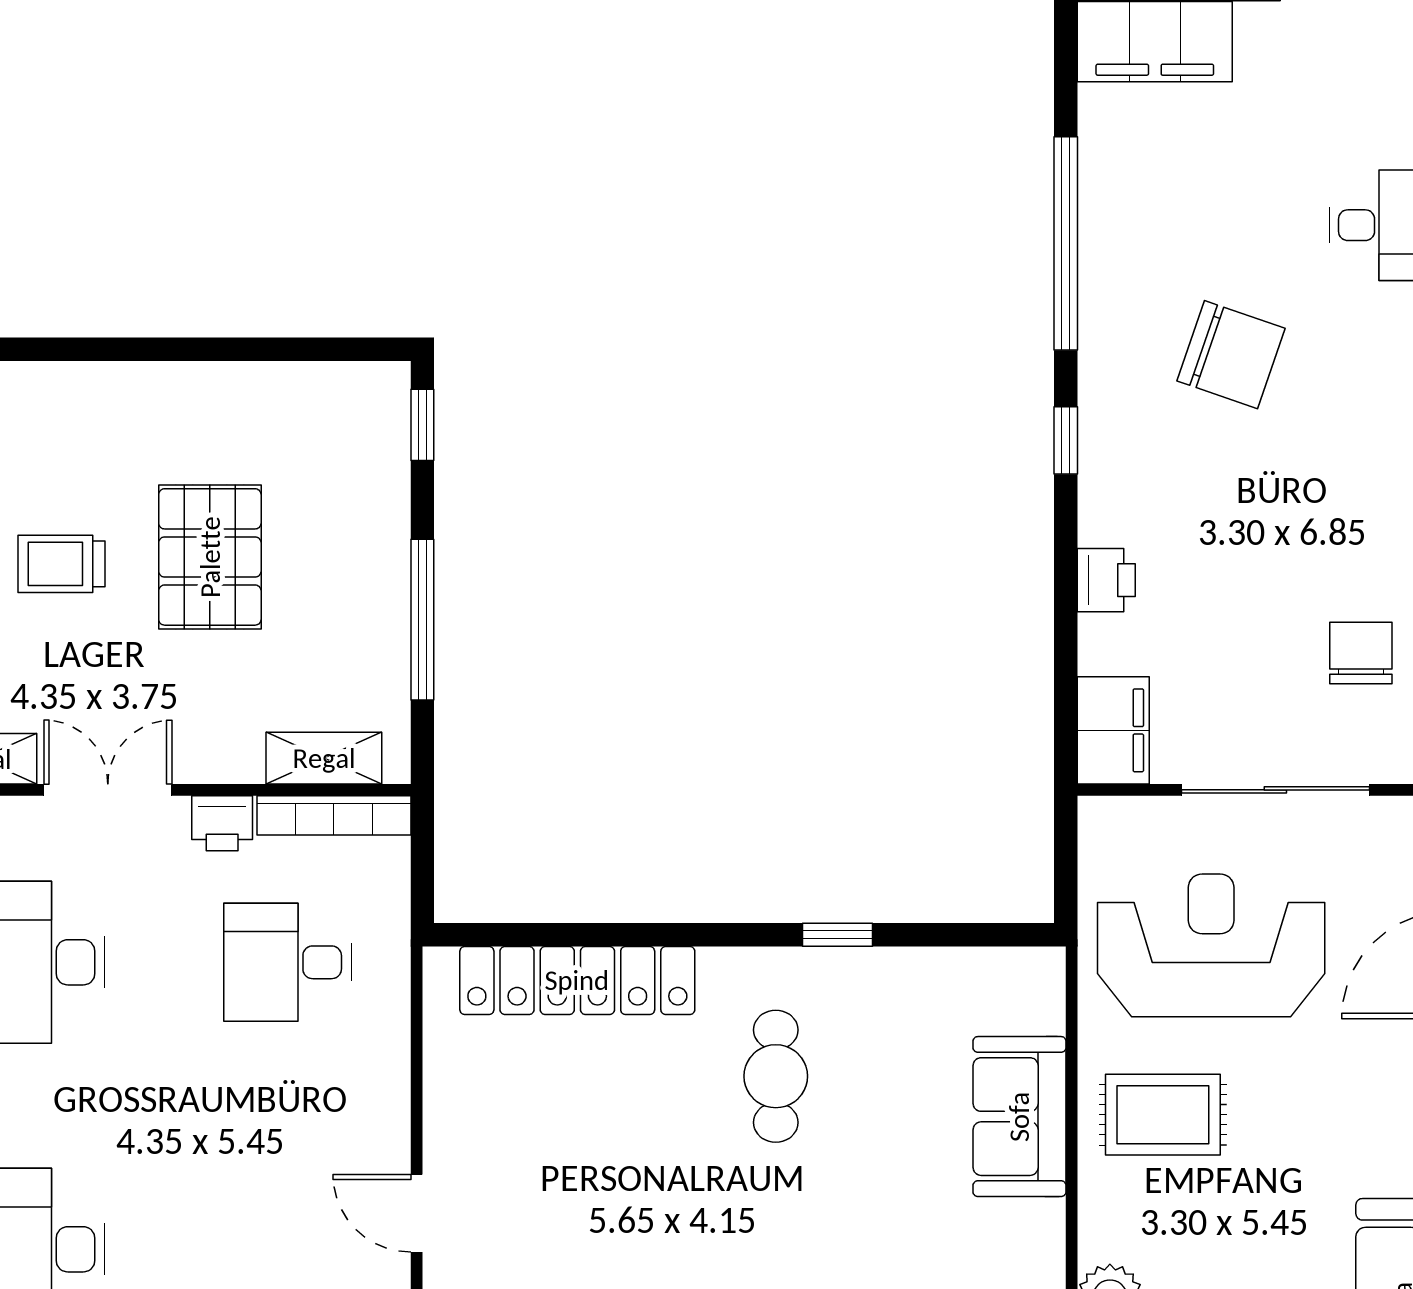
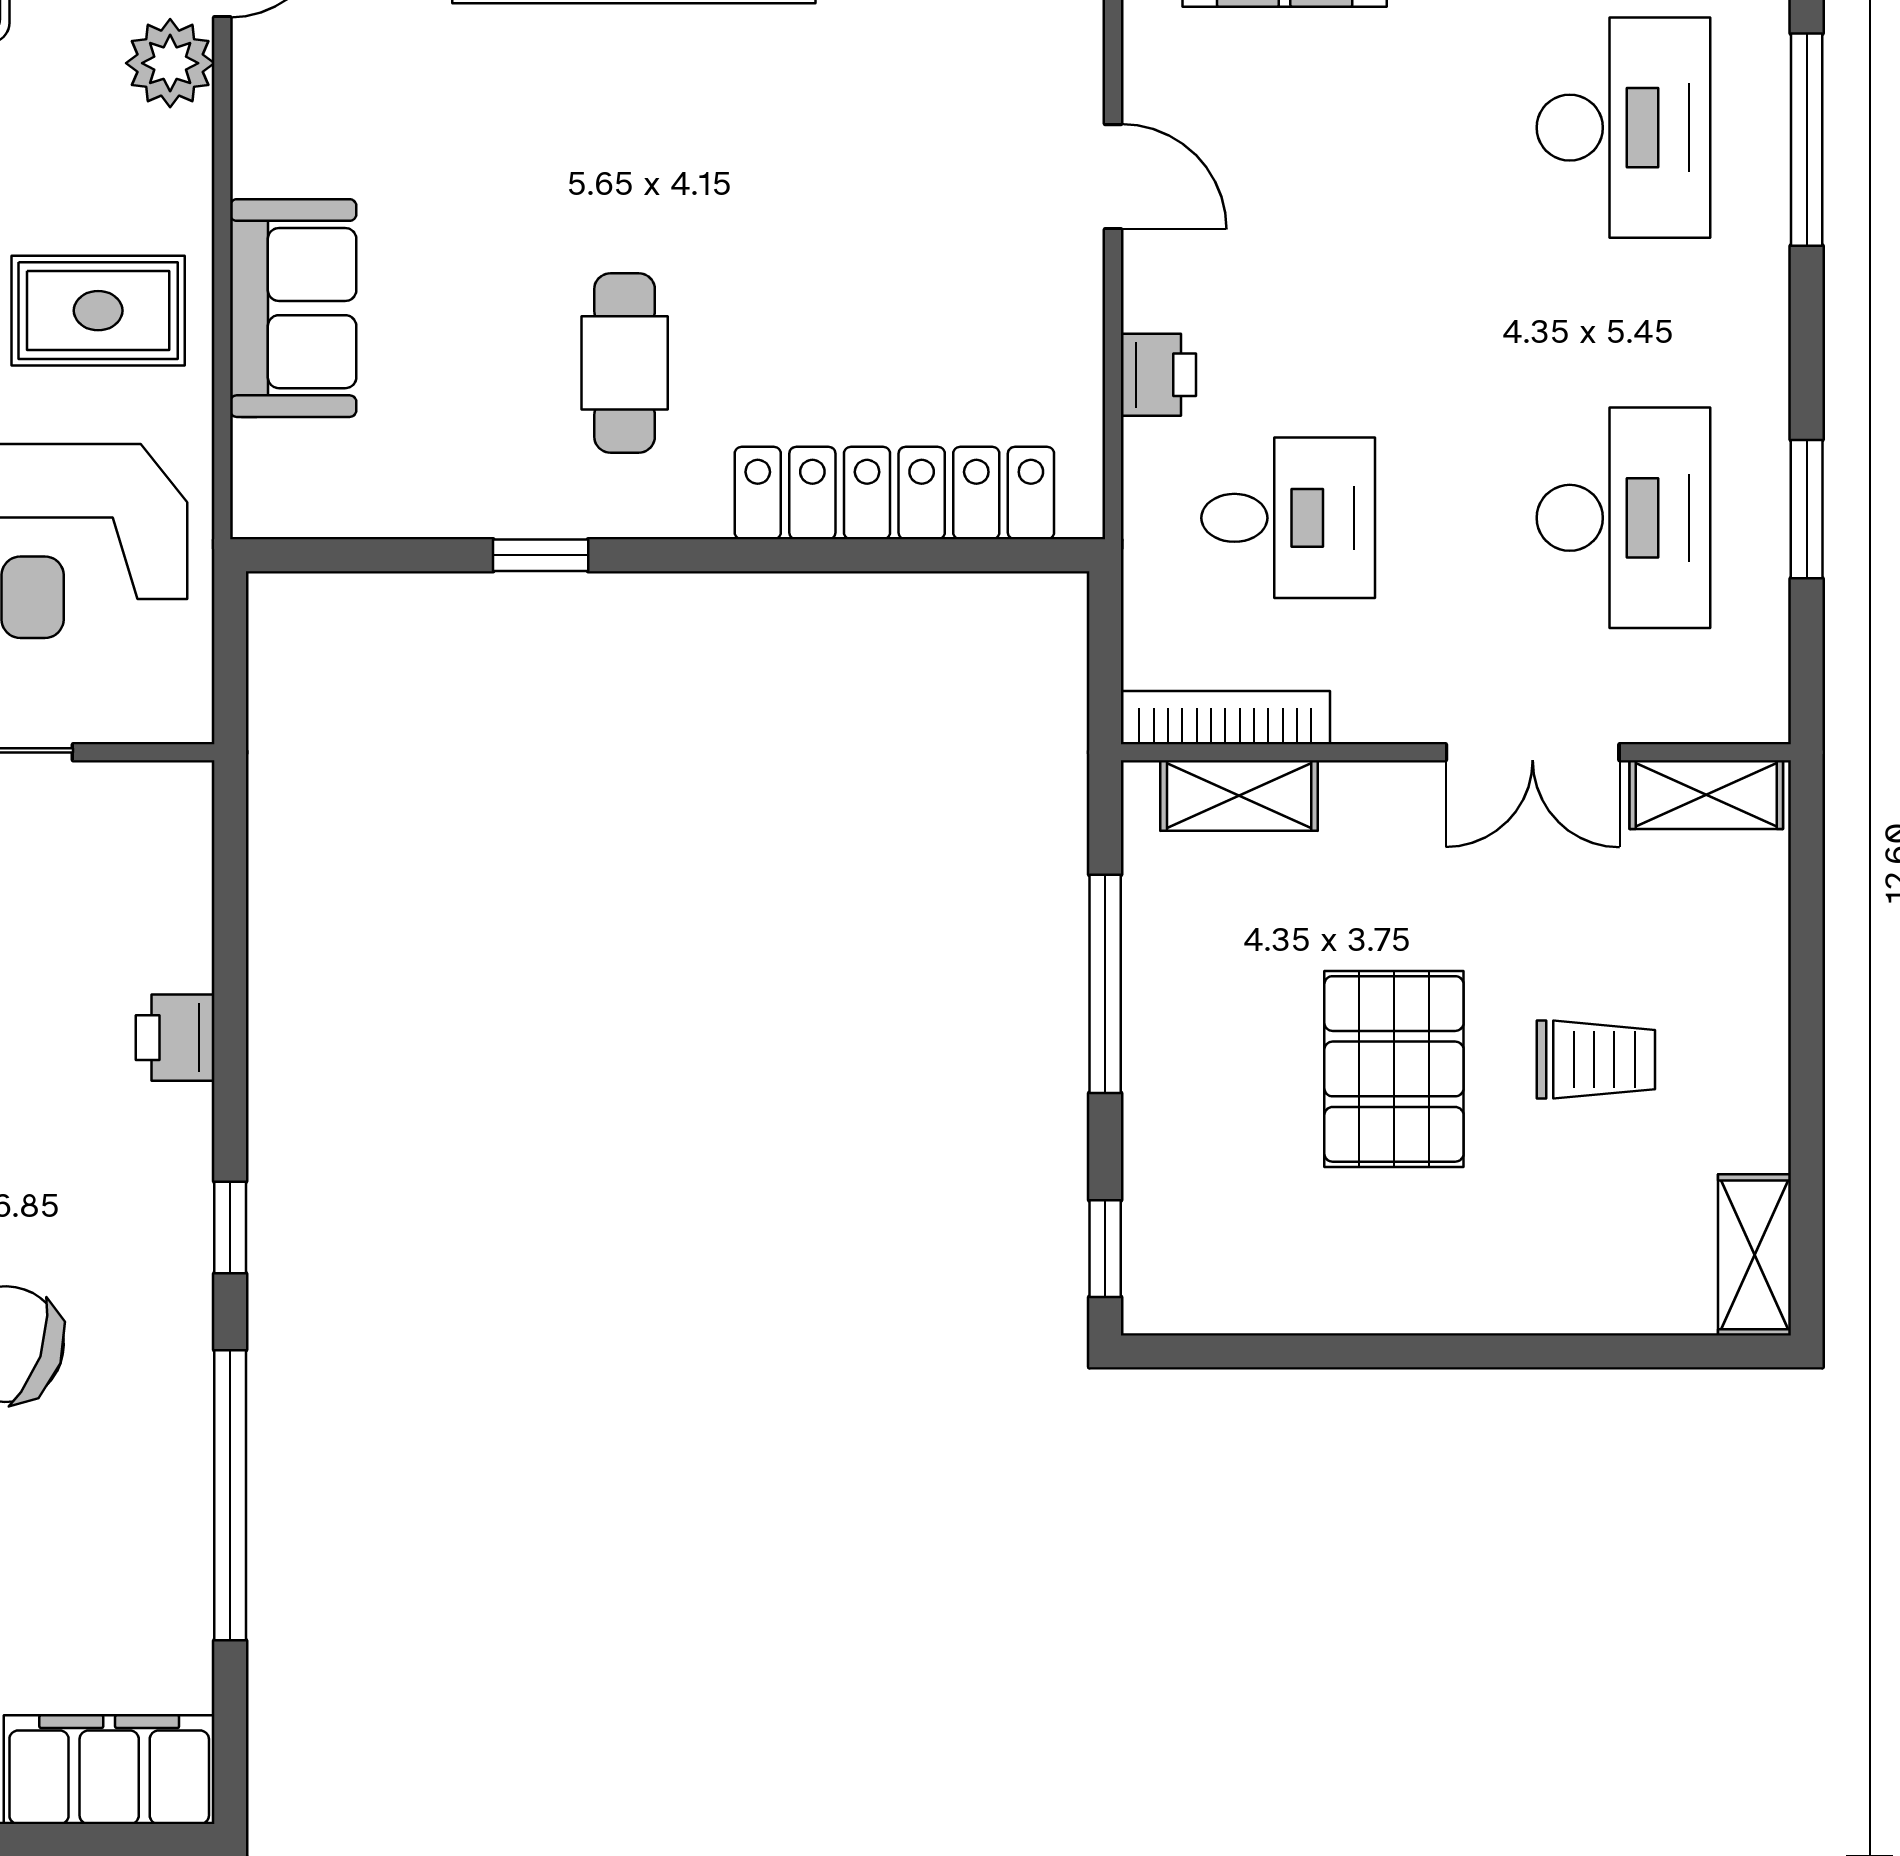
filing cabinet: (1113, 730) -> (166, 833), removed
printer: (222, 823) -> (1158, 375), moved, turned 90

